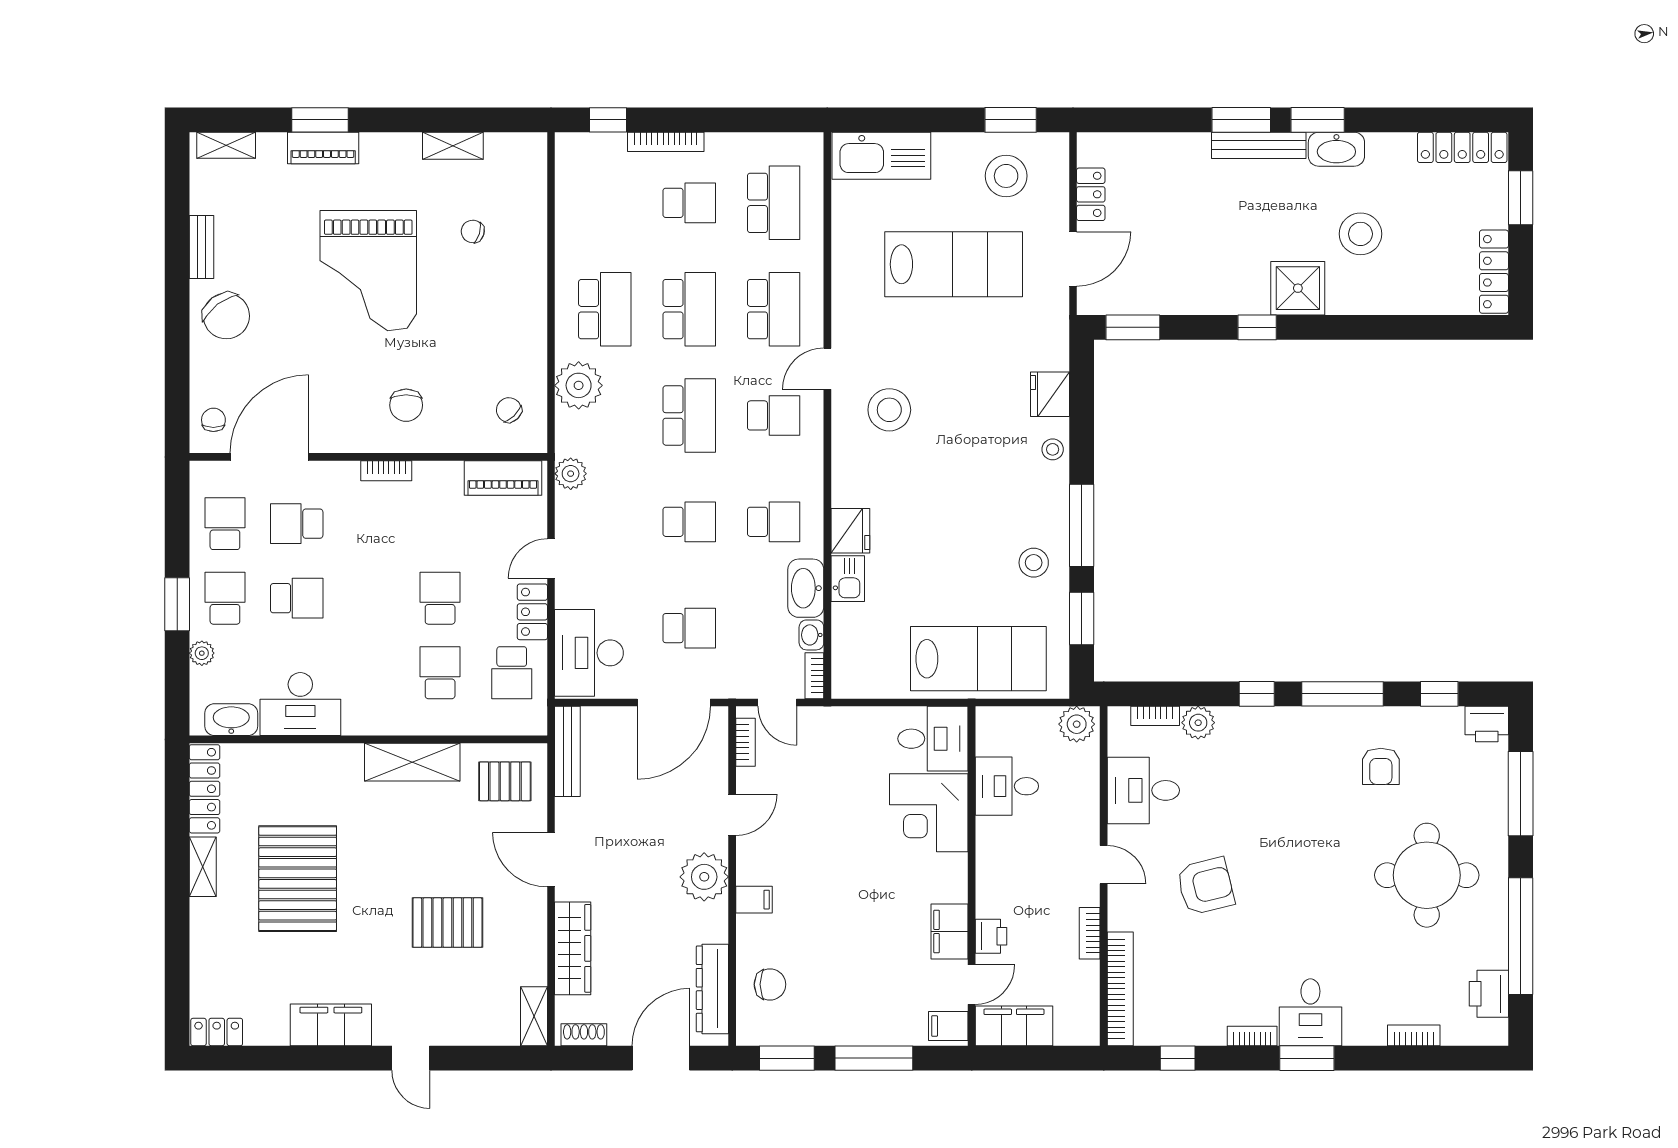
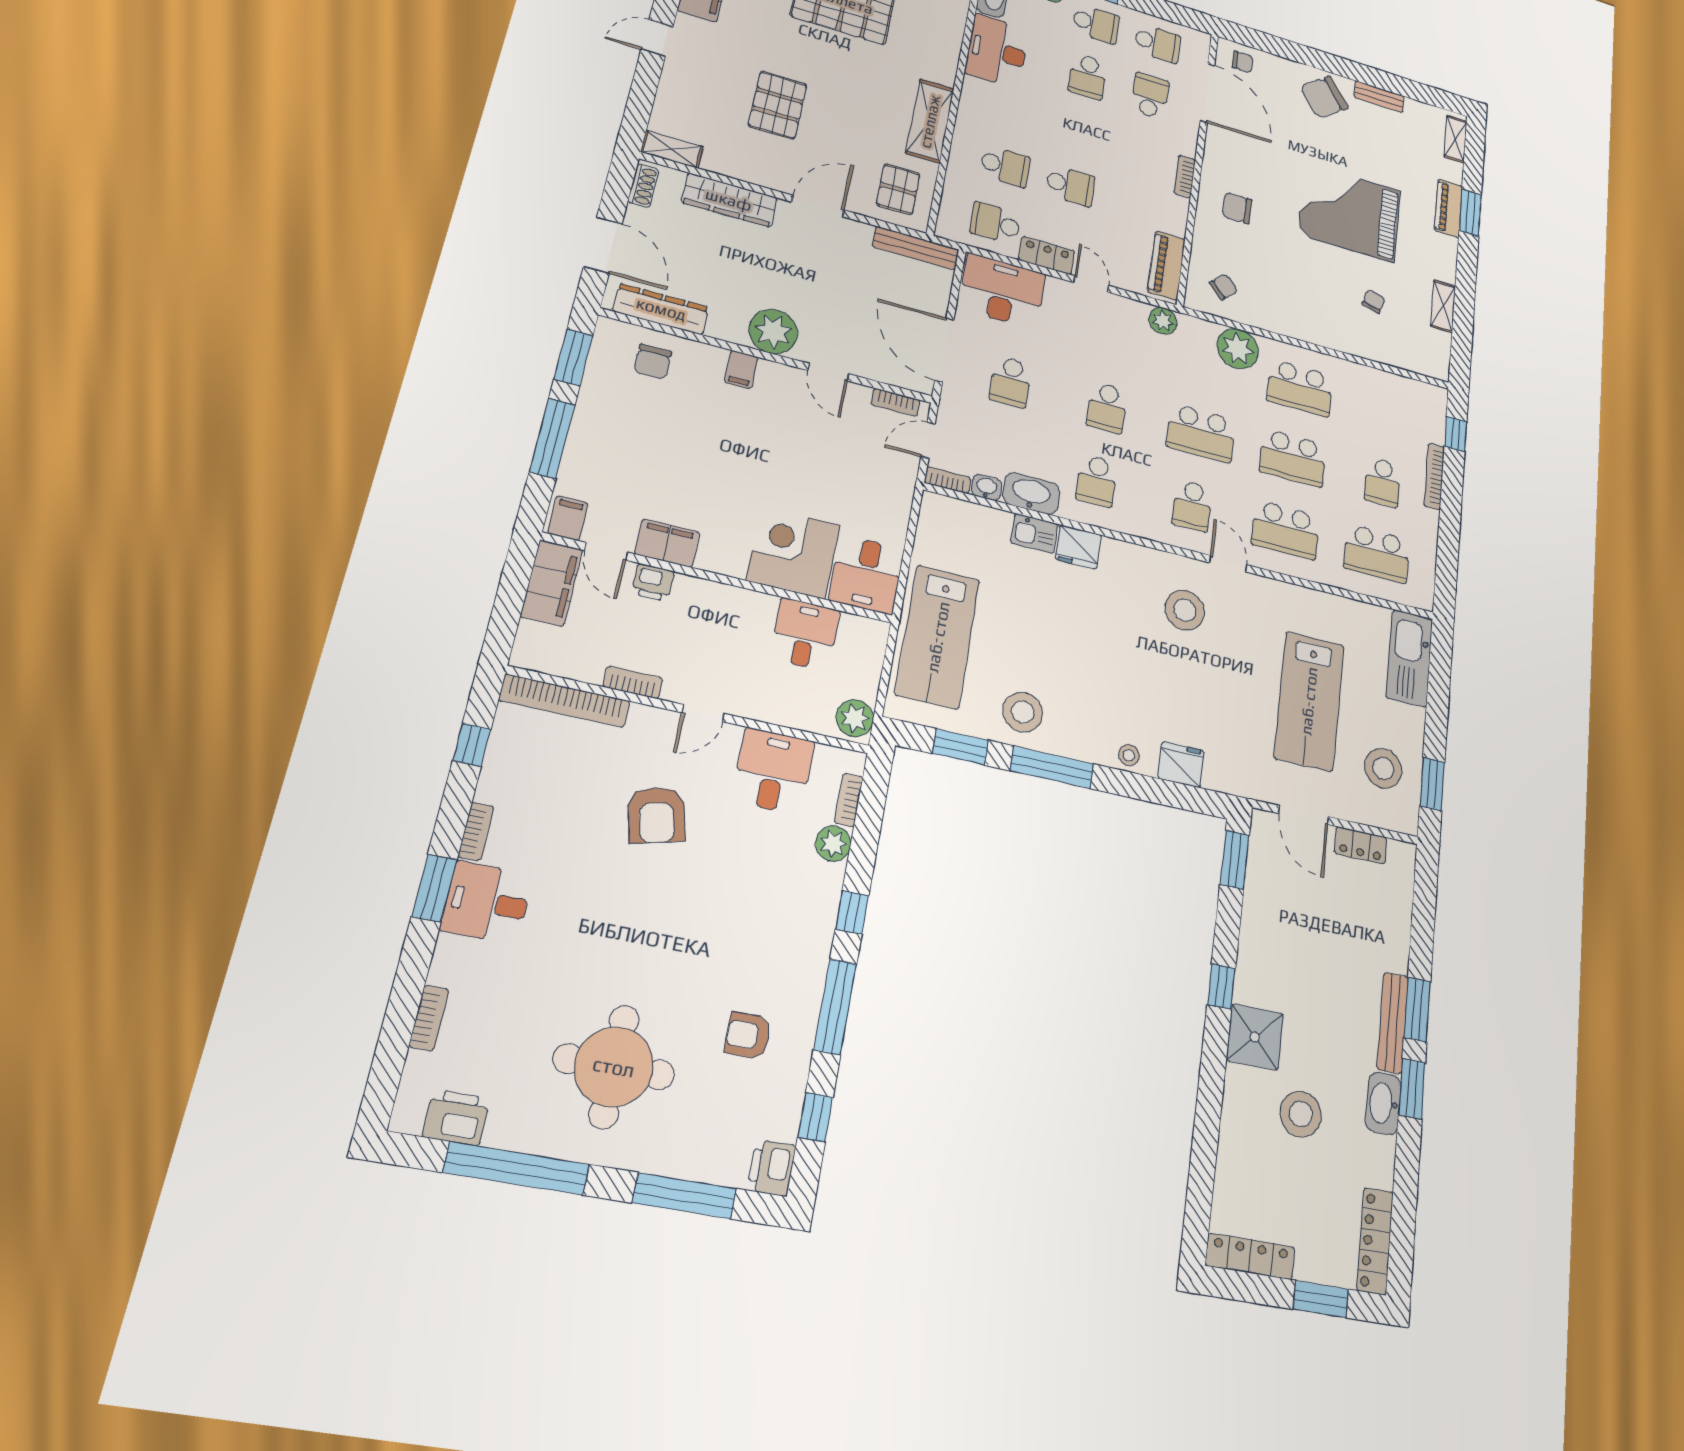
stool: (1034, 563) -> (1023, 712), width x1.38, depth x1.38

